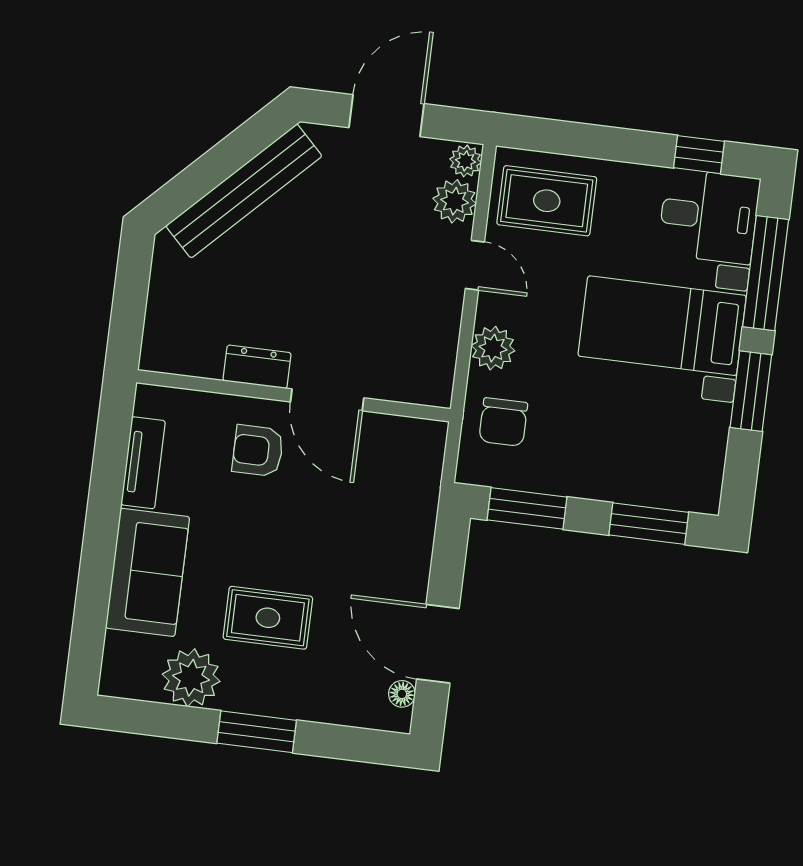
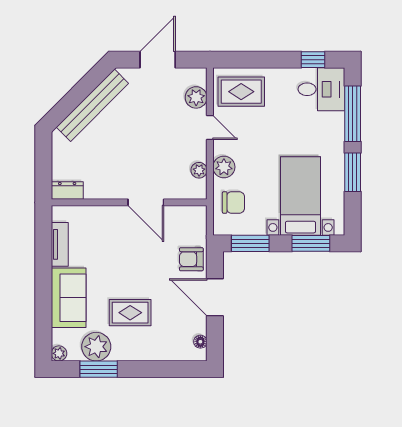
plant: (466, 161) -> (199, 170), moved
bed with nightstands: (662, 326) -> (300, 196), moved, turned 90
dresser: (257, 367) -> (67, 190), moved
chair: (503, 422) -> (233, 202), turned -90
armchair: (258, 451) -> (191, 259), moved
door: (438, 644) -> (215, 297), moved
plant: (114, 682) -> (59, 353), added
window: (257, 732) -> (99, 369), moved

